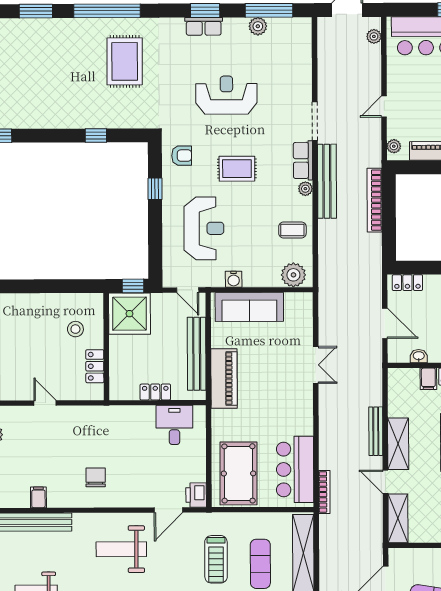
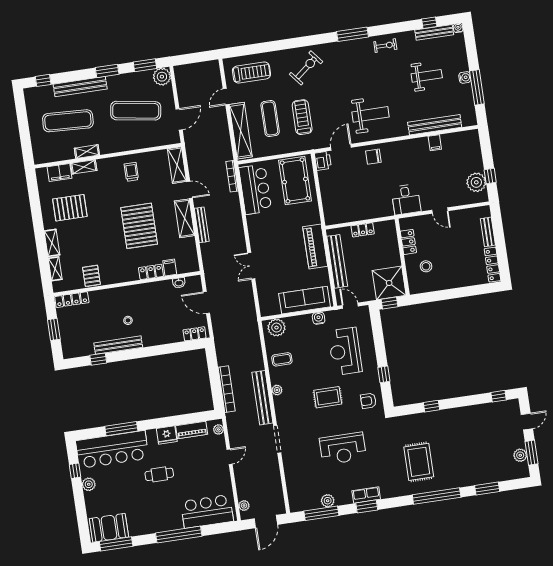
row of seats: (303, 160) -> (282, 410), removed
desk: (174, 425) -> (406, 199), moved
chair: (96, 477) -> (373, 157), moved, turned 90

